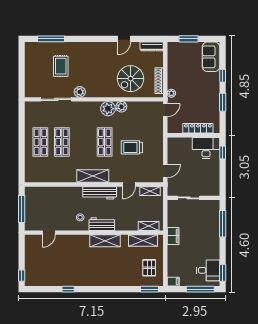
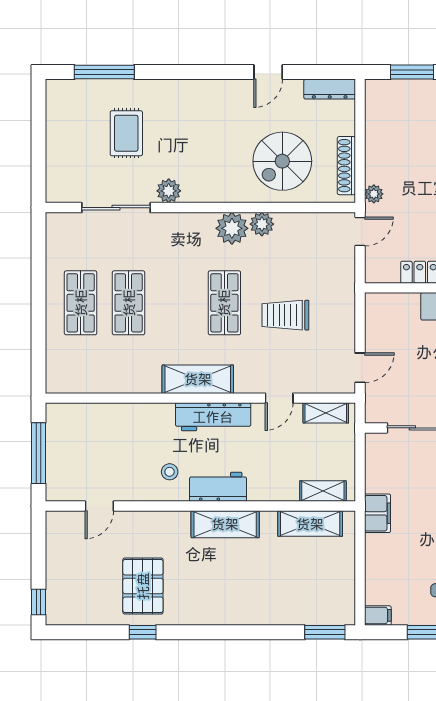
pallet: (149, 268) -> (143, 586), moved, width x1.50, depth x1.42

